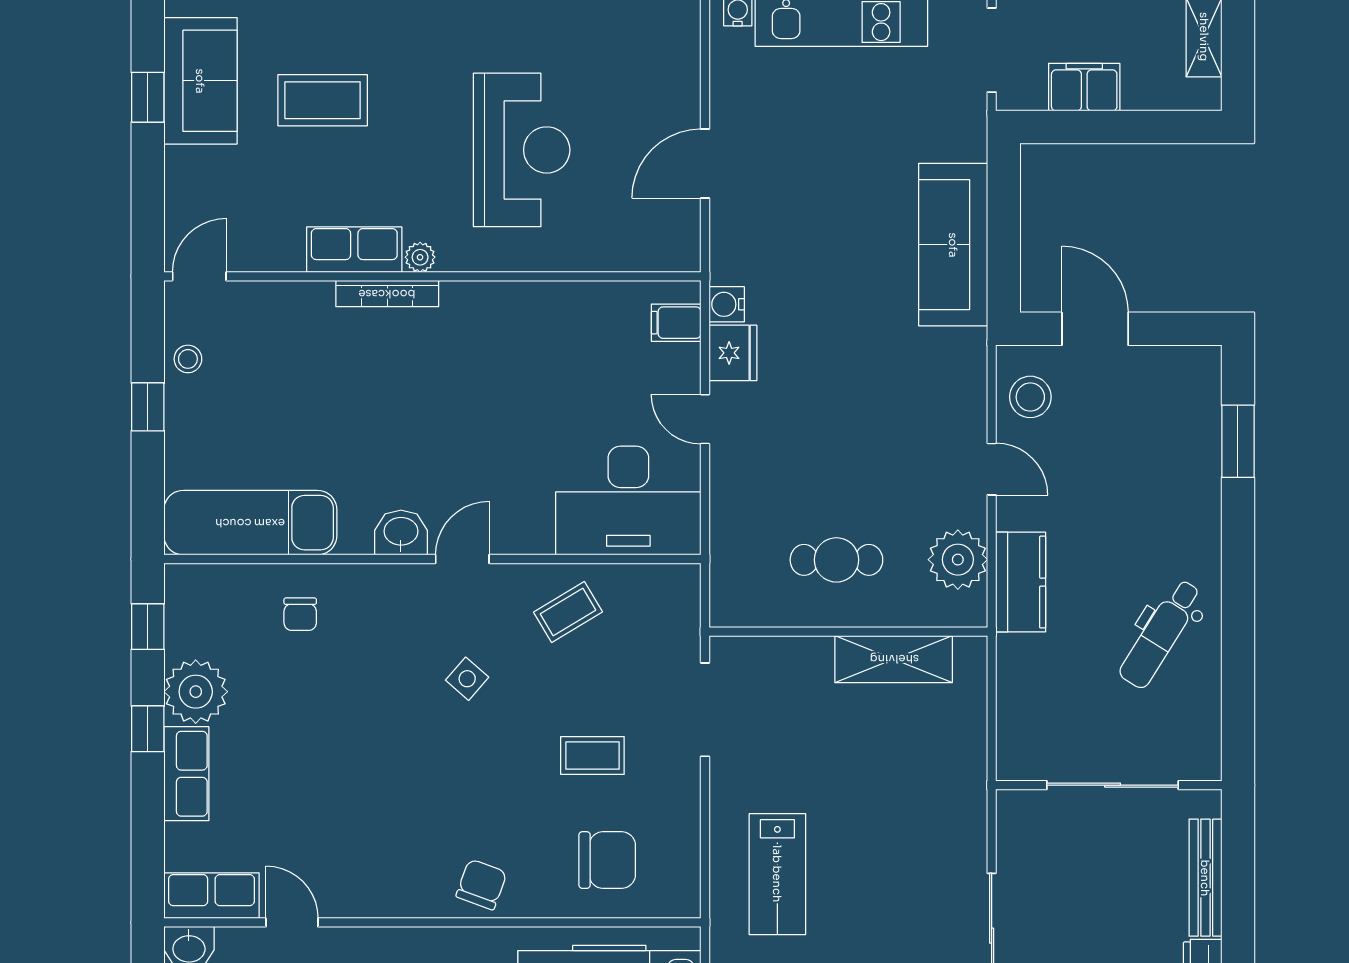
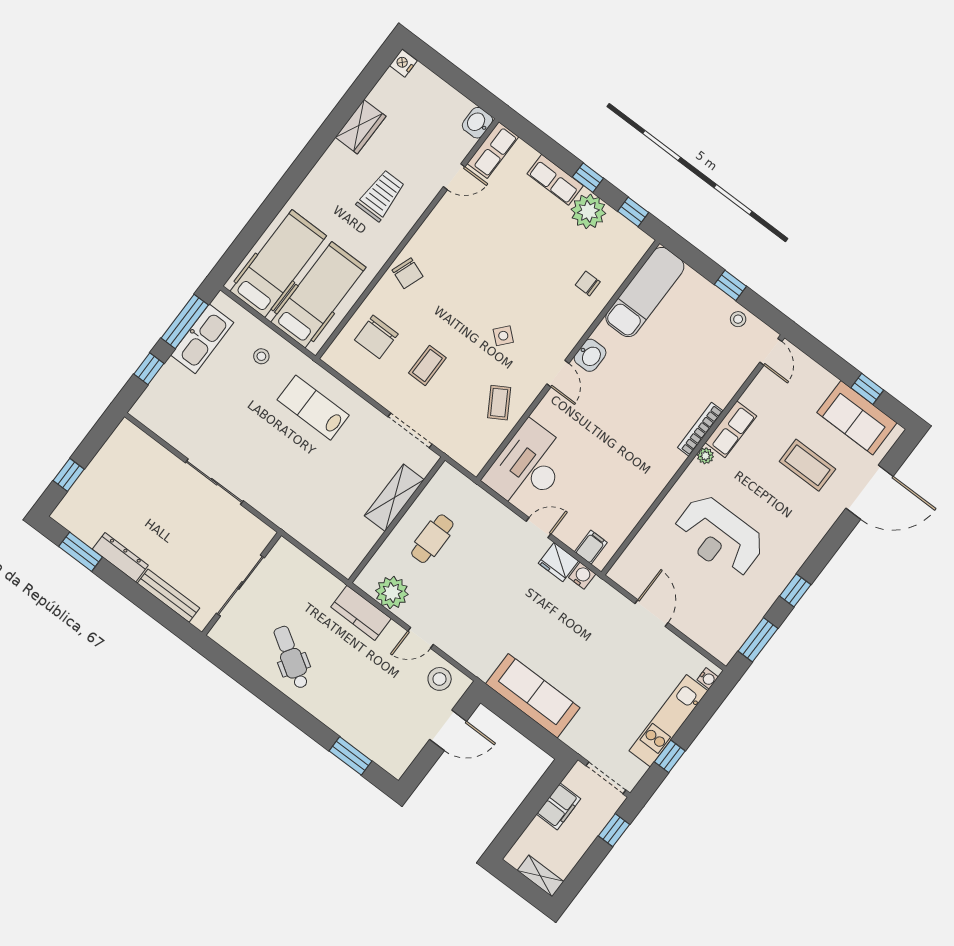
coffee table: (323, 100) -> (807, 465), turned 90
shelving: (894, 659) -> (394, 498), moved

